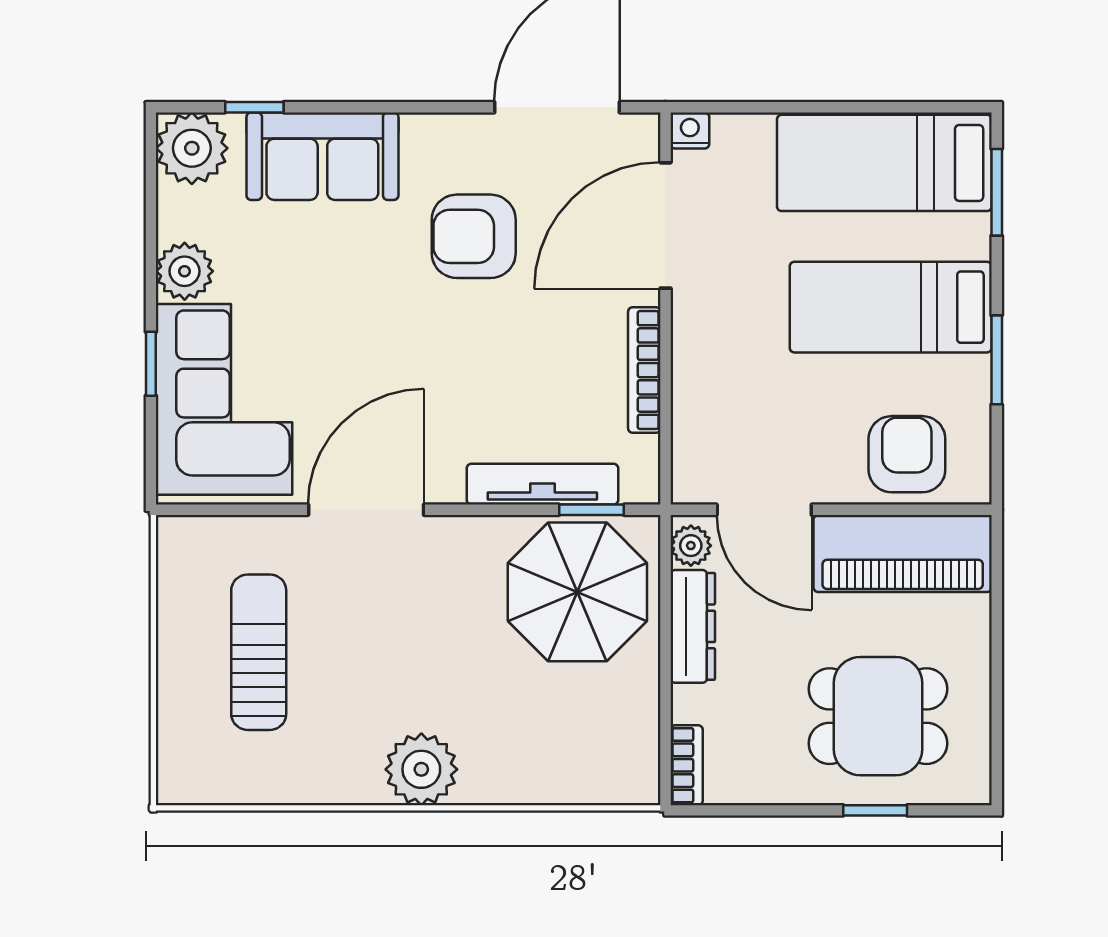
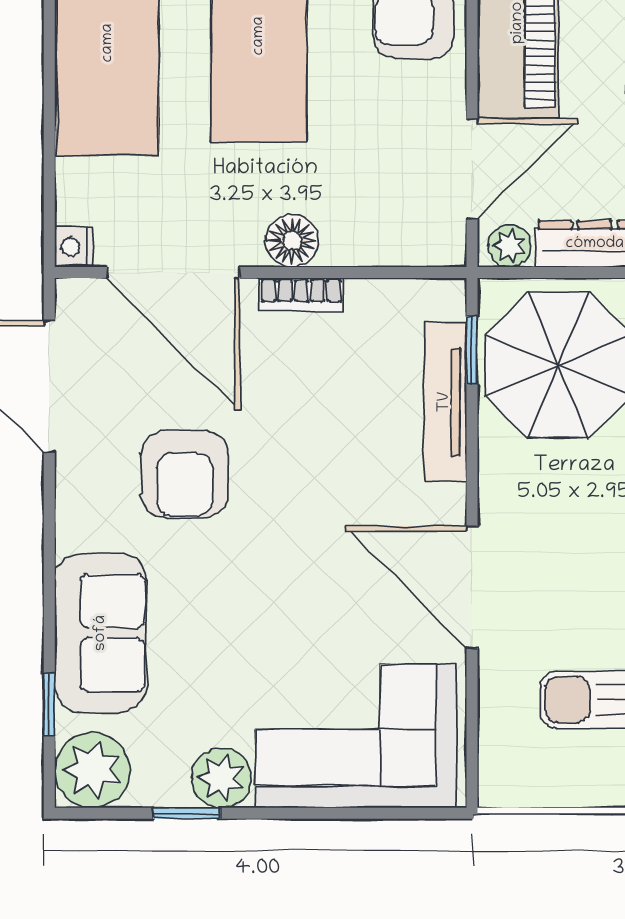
floor lamp: (696, 338) -> (292, 241), added
window: (151, 364) -> (187, 813), moved
bookcase: (644, 370) -> (301, 295), width x0.64

